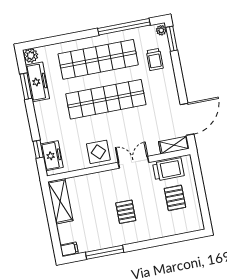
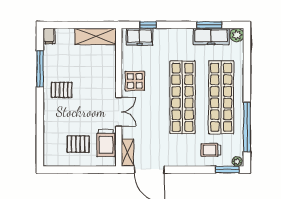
pallet: (126, 212) -> (62, 90), moved

